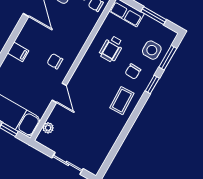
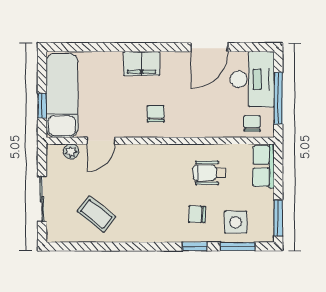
window: (154, 16) -> (278, 218), moved
filing cabinet: (18, 52) -> (142, 63), width x2.00
door: (59, 93) -> (101, 141), moved
coffee table: (122, 101) -> (96, 214), moved, turned 40

